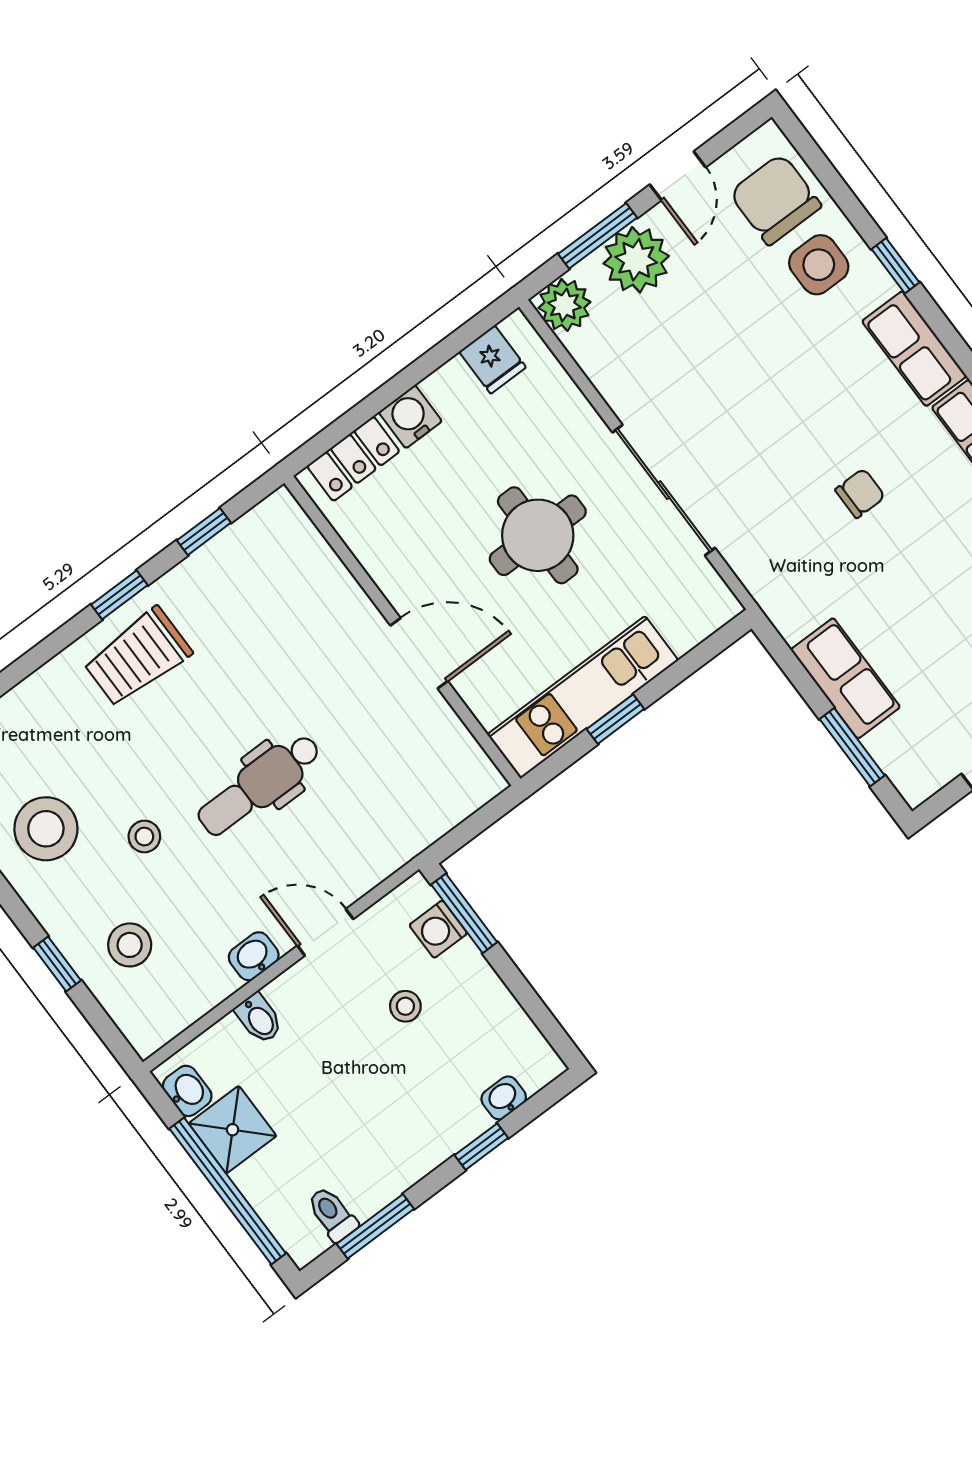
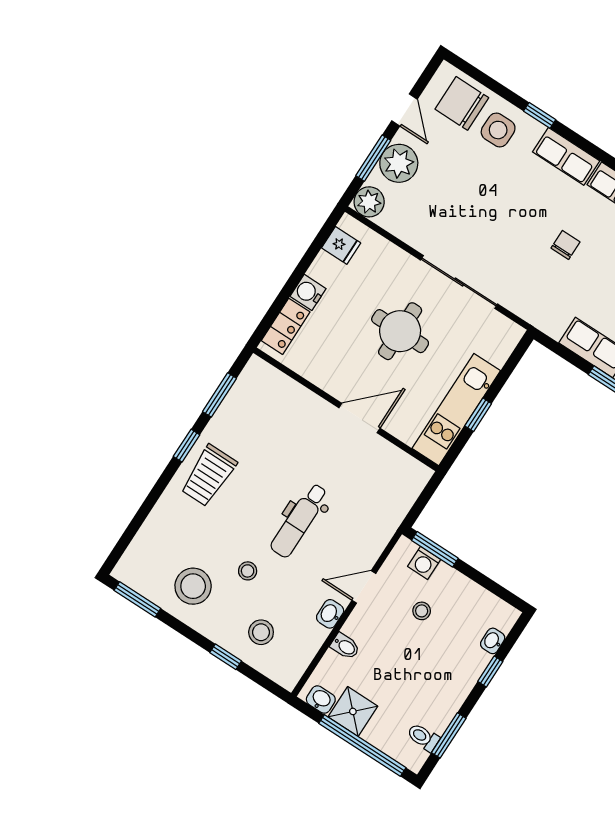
window: (204, 532) -> (219, 395), width x1.50

